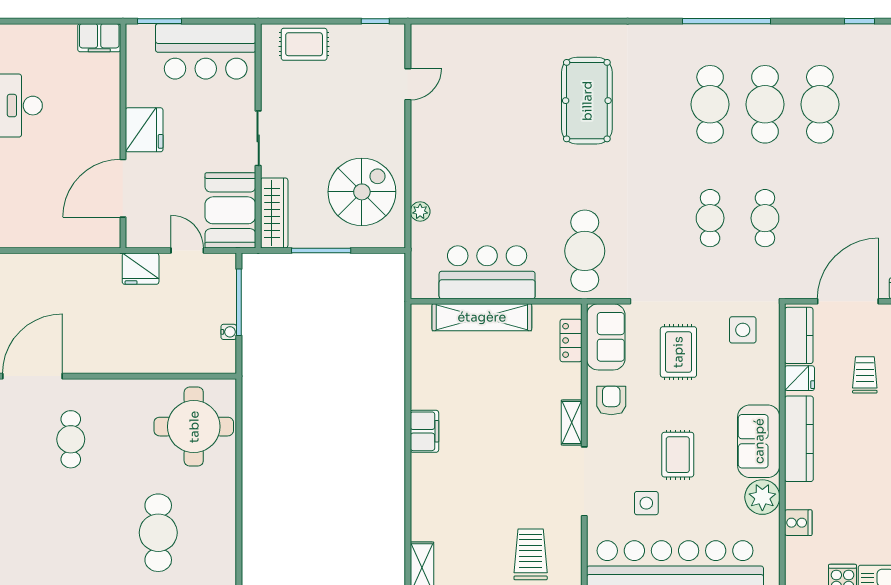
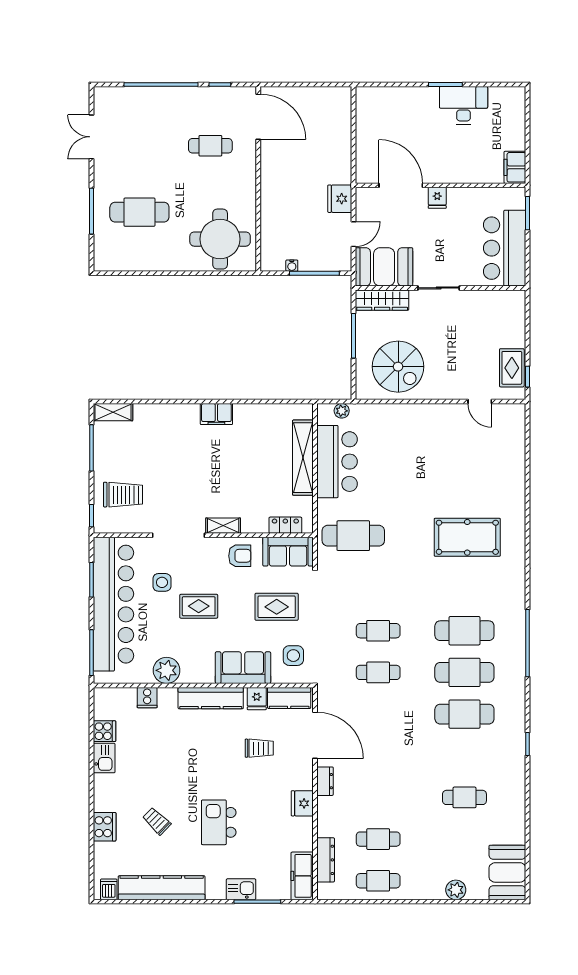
rug: (304, 44) -> (512, 368), moved
fridge: (144, 130) -> (437, 198), width x0.53, depth x0.75
plant: (420, 211) -> (342, 411), moved
sofa: (759, 441) -> (243, 668), moved

